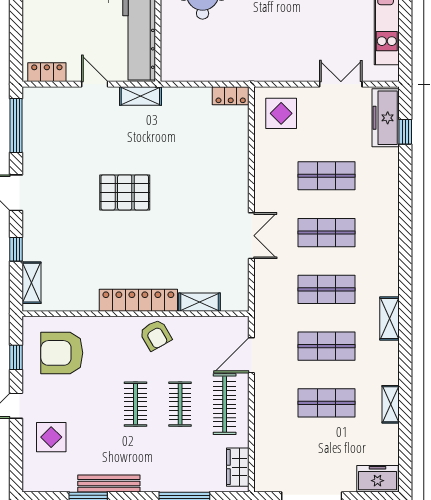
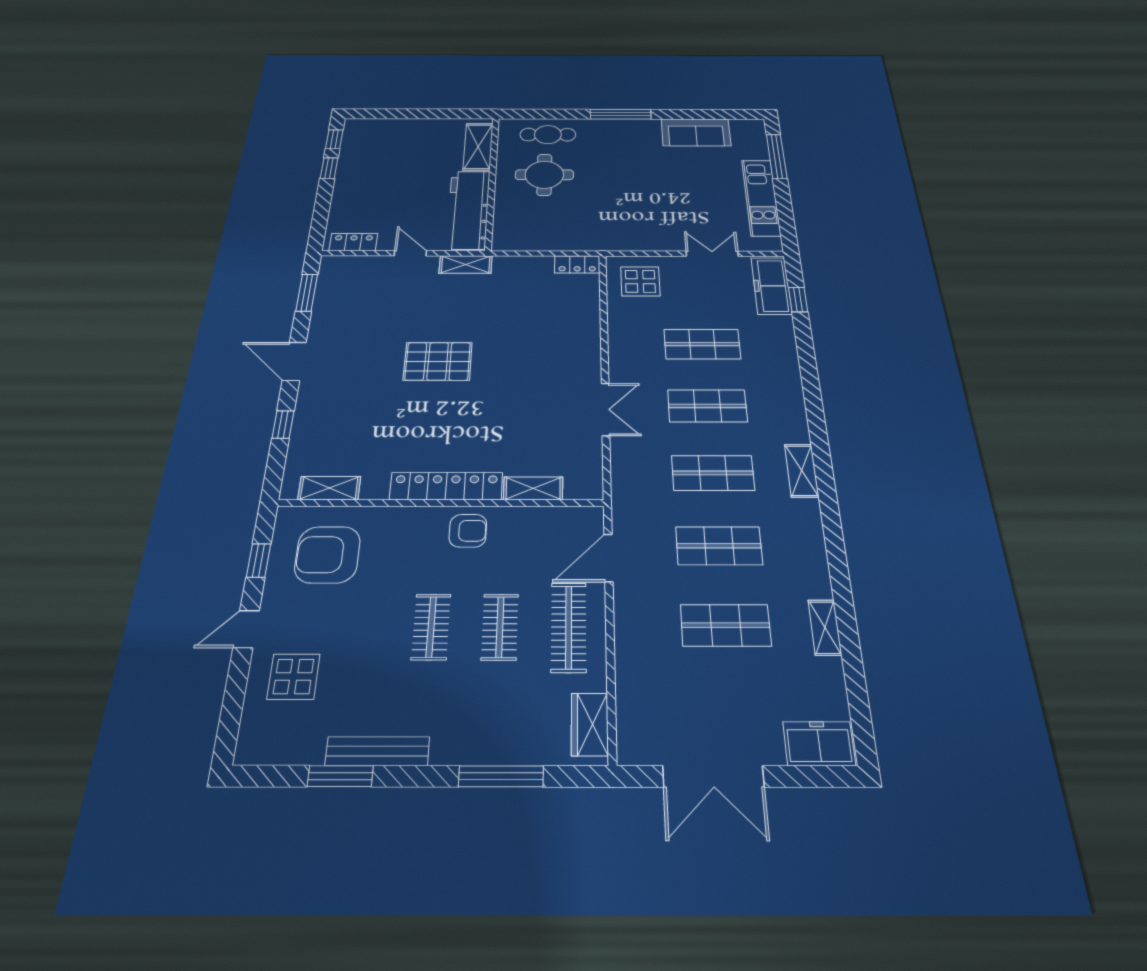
window: (16, 126) -> (307, 293), width x0.69
shelving: (32, 283) -> (329, 488), moved, turned 90
shelving: (390, 318) -> (802, 471), moved
armchair: (155, 335) -> (468, 531), turned -60

